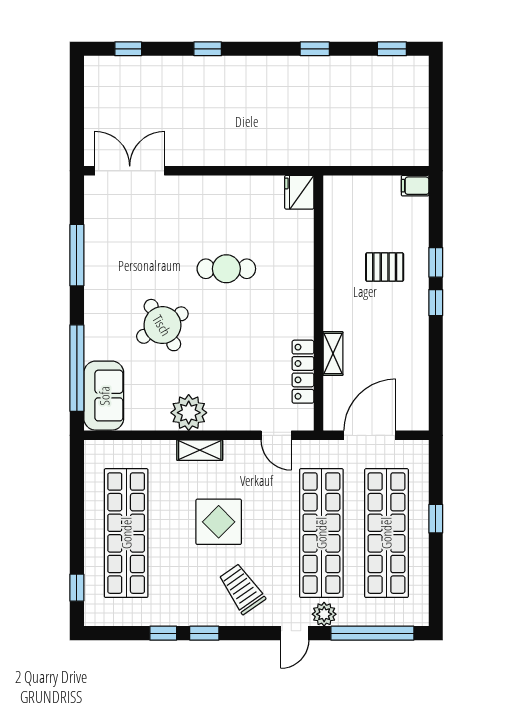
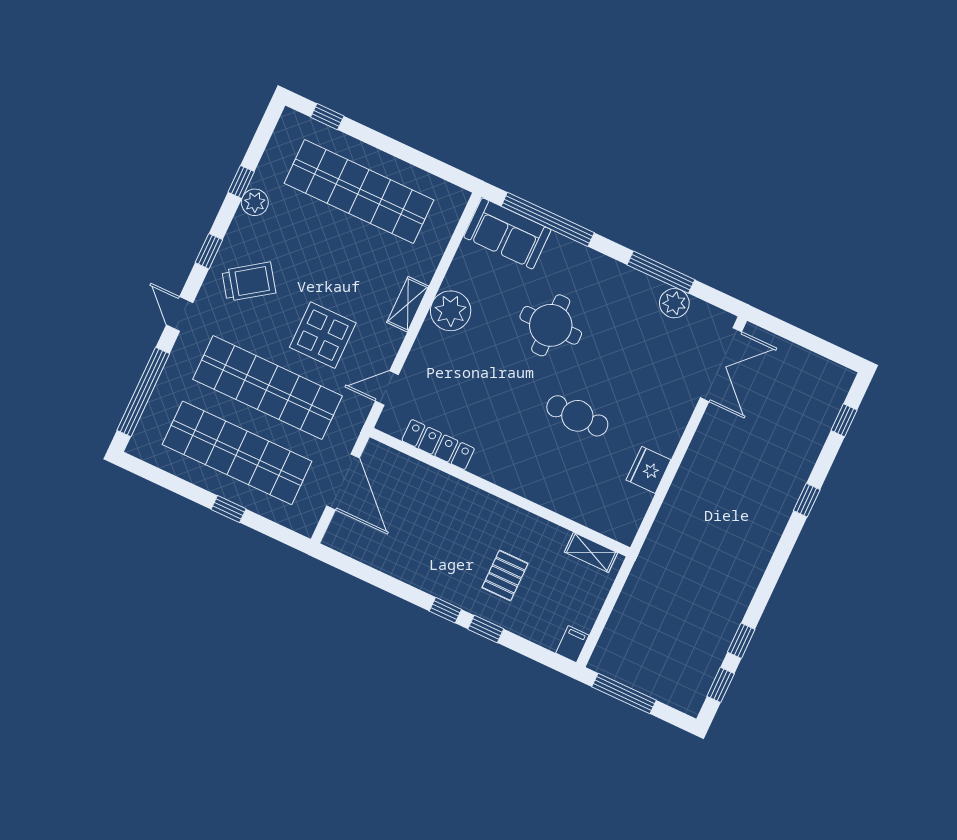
window: (315, 49) -> (741, 641), moved
window: (436, 125) -> (624, 693), added
fridge: (299, 192) -> (648, 470), moved, turned -90
plant: (97, 232) -> (674, 303), added
cafe table: (226, 269) -> (577, 416), turned 90
round table: (162, 325) -> (551, 325), turned 31
shelving: (333, 354) -> (591, 552), moved
display table: (219, 522) -> (323, 335), moved
plant: (324, 614) -> (255, 202), moved
window: (204, 633) -> (209, 251), moved

